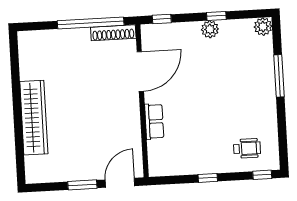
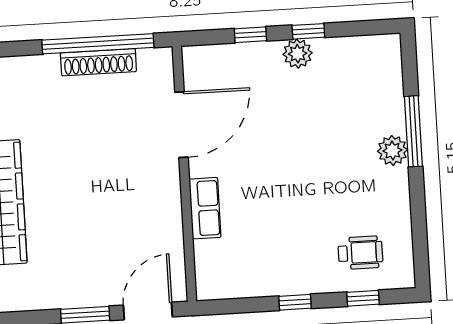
window: (162, 19) -> (250, 35), moved
plant: (263, 27) -> (392, 151), moved
shoe rack: (113, 33) -> (98, 62), moved
window: (262, 175) -> (363, 298), moved

